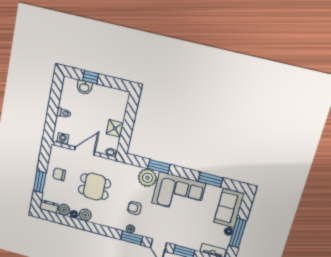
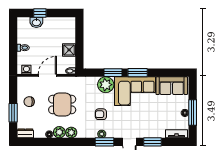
window: (210, 180) -> (138, 73), moved
sofa: (229, 208) -> (172, 86), moved, turned -90
plant: (64, 210) -> (71, 133), moved

